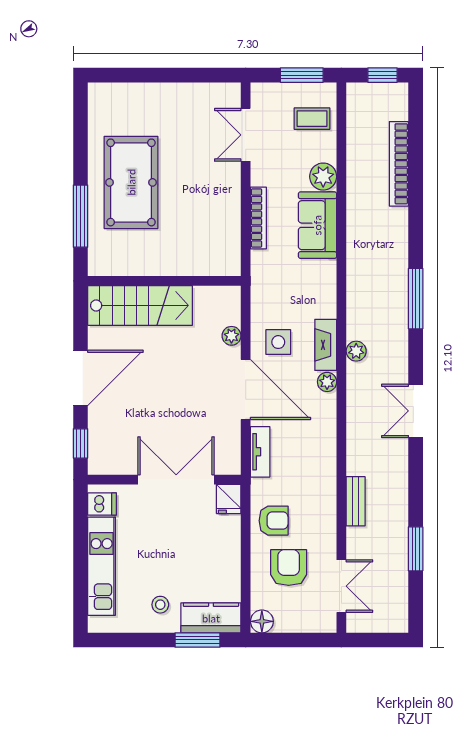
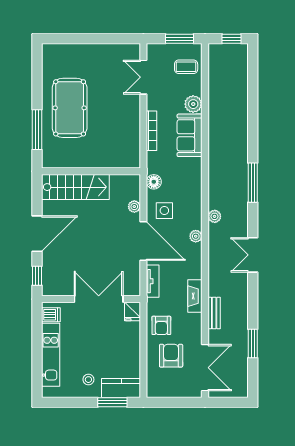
bookcase: (399, 164) -> (242, 96), removed
fireplace: (326, 345) -> (195, 296), moved
armchair: (274, 521) -> (161, 325), turned 90
double door: (341, 586) -> (205, 368), width x1.37
floor lamp: (262, 621) -> (154, 182), moved

